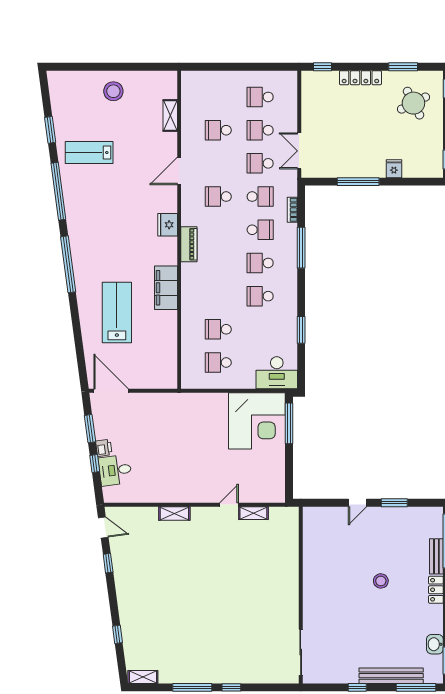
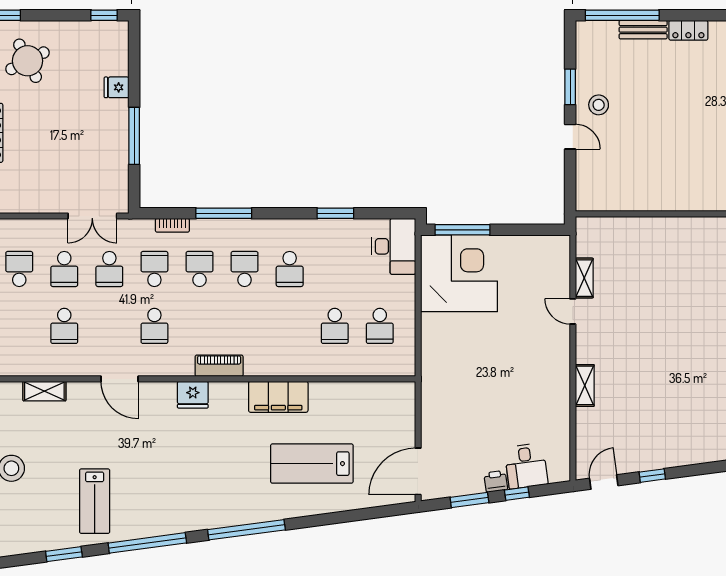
school desk: (260, 97) -> (19, 269), turned 180
school desk: (260, 263) -> (245, 269), turned 180
stool: (381, 581) -> (599, 105), moved

